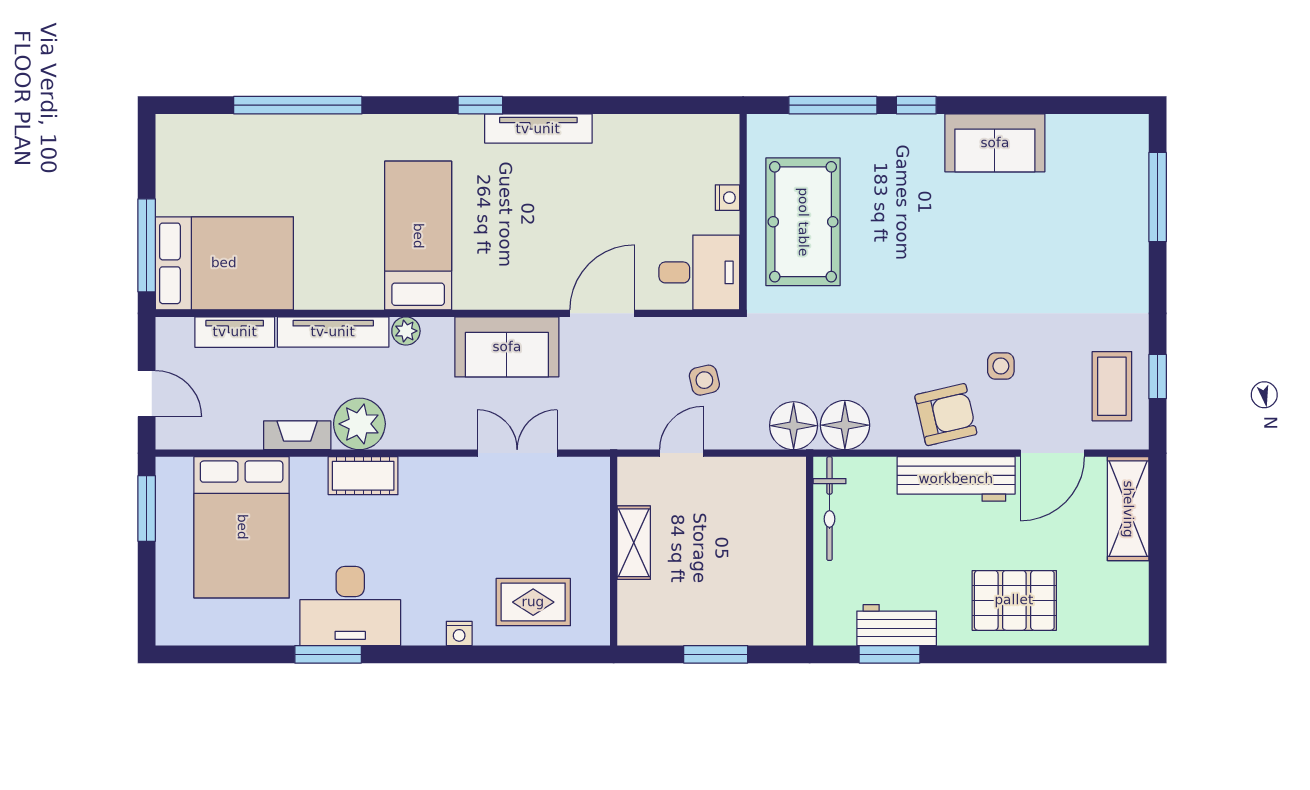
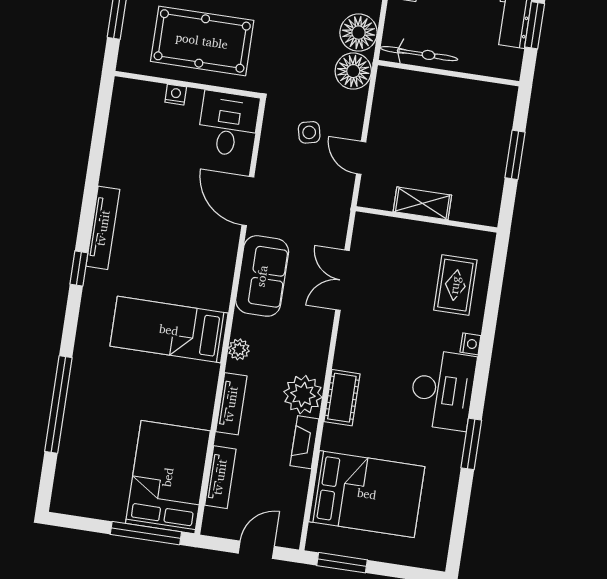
tv unit: (333, 332) -> (231, 404), width x0.71
desk: (350, 606) -> (443, 390), moved

